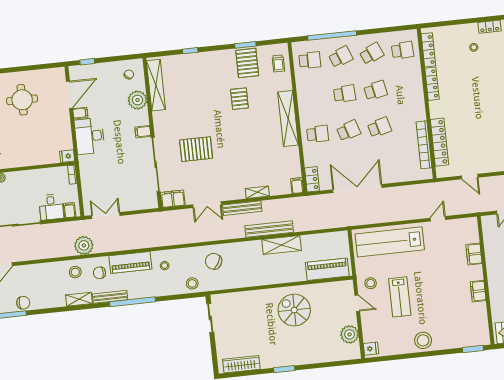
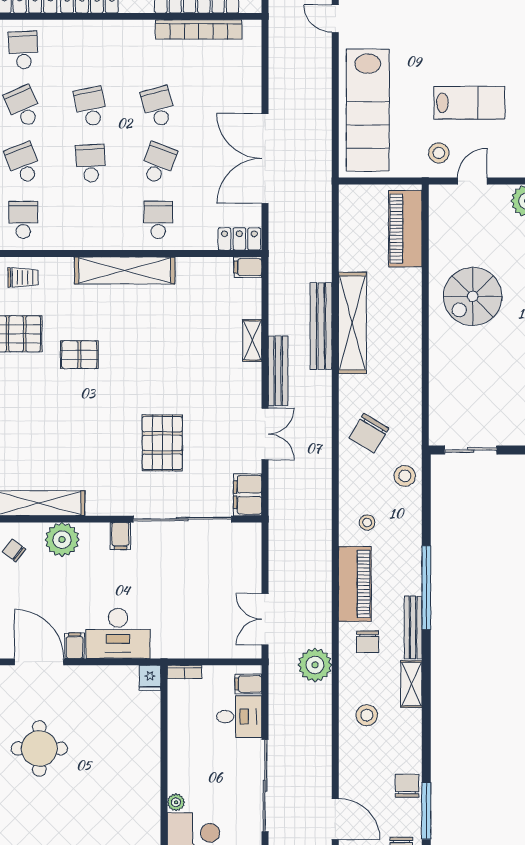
school desk: (349, 131) -> (158, 163), turned 39
shelving: (282, 245) -> (352, 323), width x1.47
stool: (75, 272) -> (367, 715), moved

